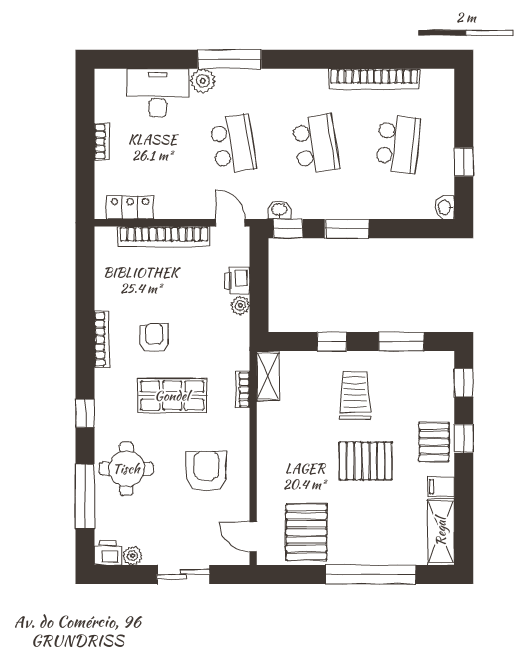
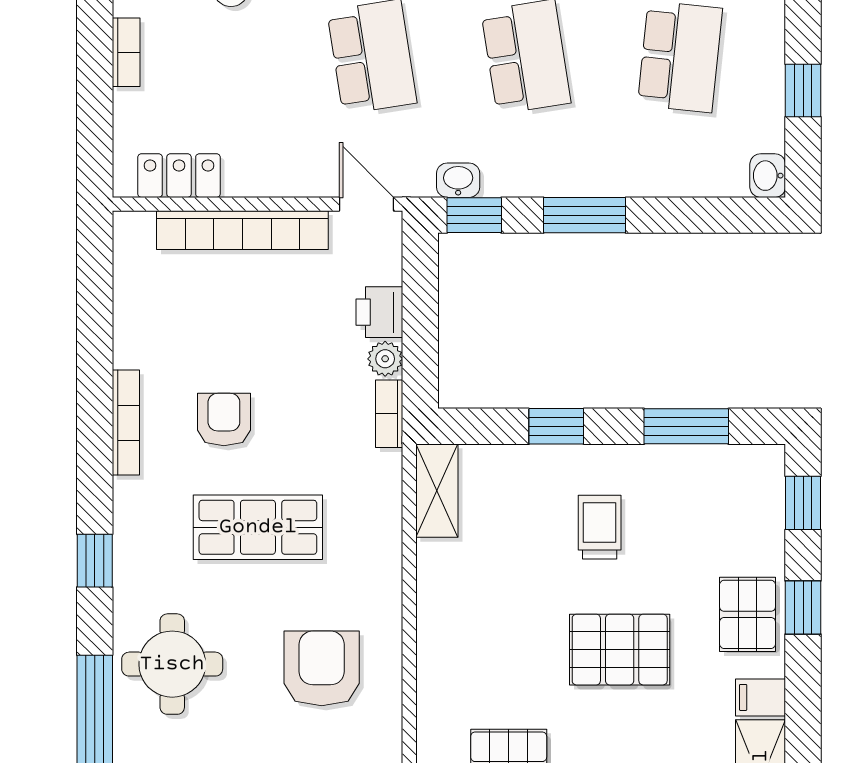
bookcase: (242, 389) -> (389, 414), moved
trolley: (355, 395) -> (600, 527), width x0.73, depth x0.72

